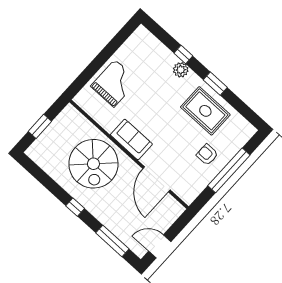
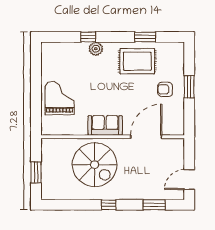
window: (215, 84) -> (145, 37), moved
window: (229, 170) -> (189, 87), width x0.47
door: (156, 179) -> (146, 137), swing flipped
window: (112, 241) -> (154, 205), width x0.69

